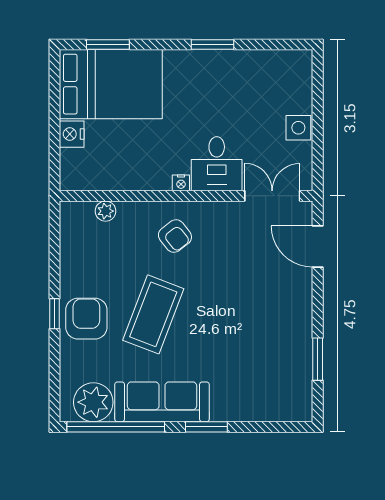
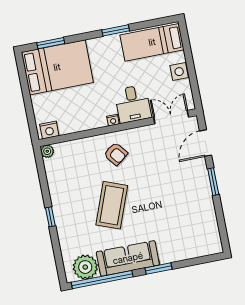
bed: (265, 74) -> (152, 42), added
nightstand: (72, 134) -> (49, 130), moved, turned -90
plant: (106, 211) -> (47, 151), moved
door: (318, 247) -> (206, 143), hinge flipped
armchair: (86, 319) -> (71, 216), removed
window: (318, 359) -> (213, 182), moved

